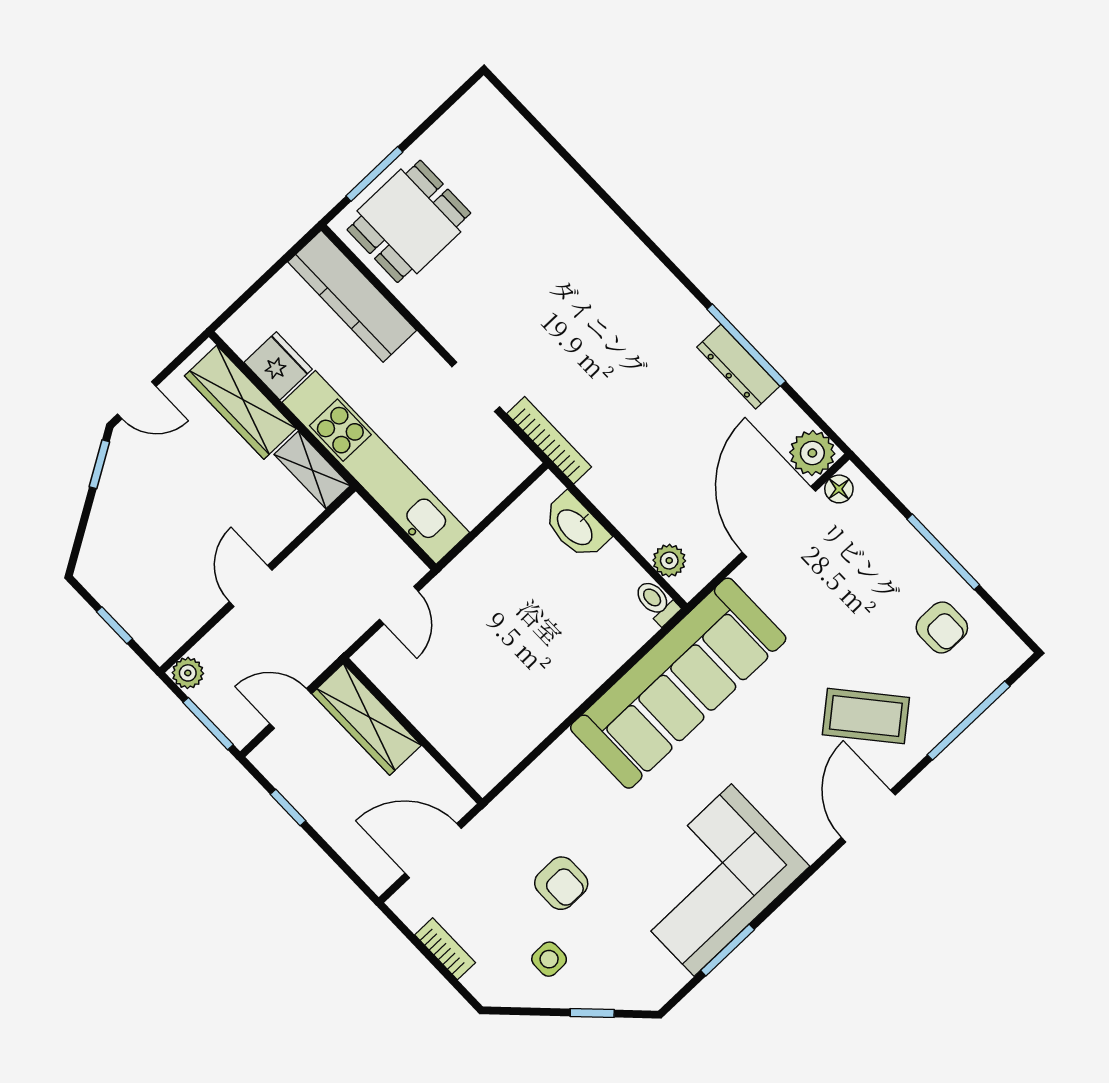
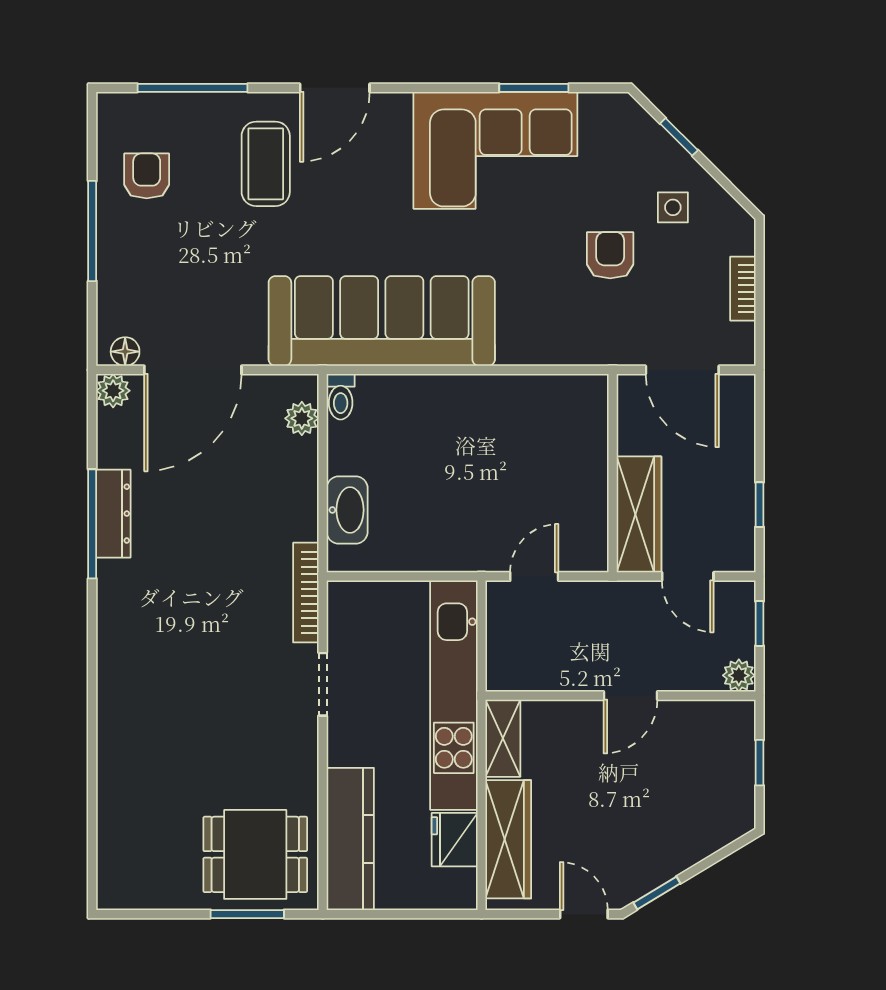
plant: (812, 453) -> (113, 391), width x0.73, depth x0.73
coffee table: (866, 716) -> (266, 164), turned 40
window: (208, 724) -> (760, 623), width x0.67

